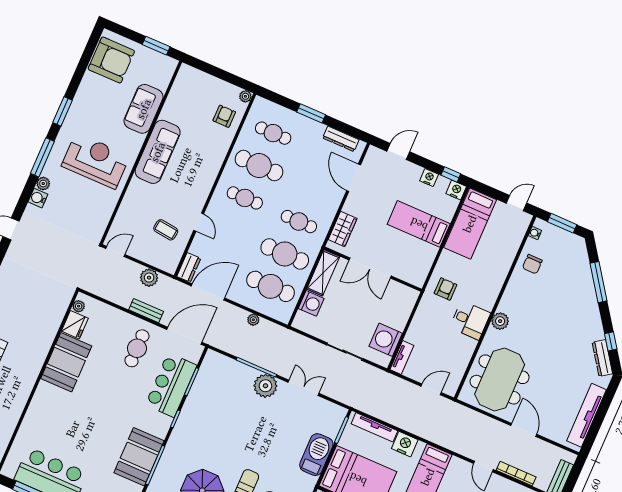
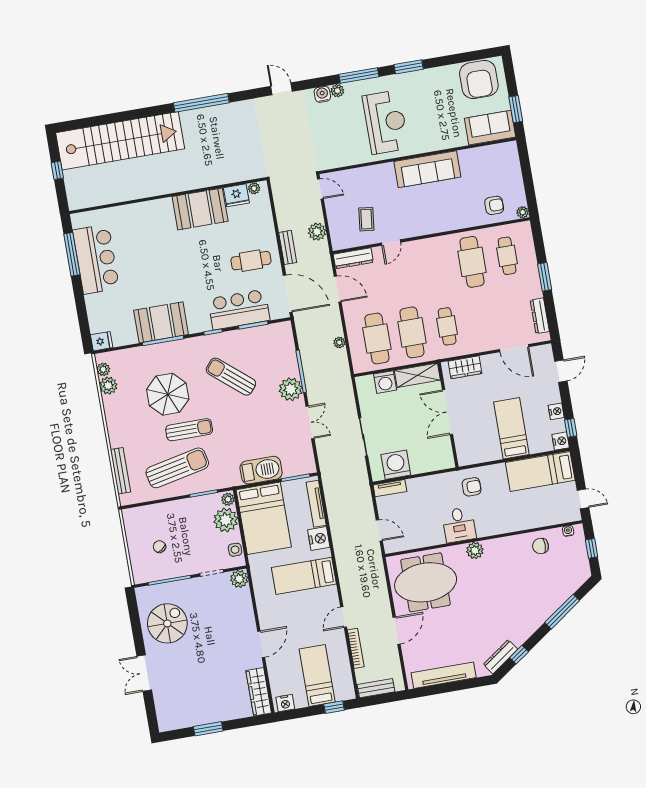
sofa: (144, 109) -> (490, 128), moved
door: (398, 152) -> (561, 371), hinge flipped
door: (354, 178) -> (514, 348), swing flipped
cafe table: (245, 198) -> (437, 268), removed
window: (562, 223) -> (592, 548), width x0.67
dresser: (189, 267) -> (353, 258), width x1.44
door: (208, 292) -> (338, 289), width x0.73
sun lounger: (222, 428) -> (231, 377), added

